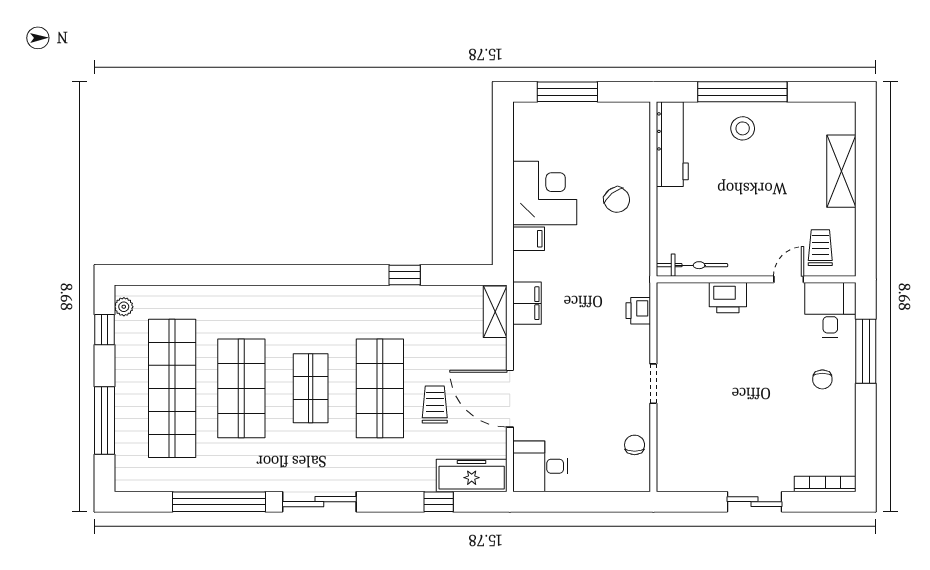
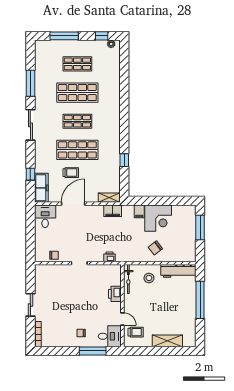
stool: (743, 128) -> (149, 278), moved
shop shelf: (172, 388) -> (77, 64), width x0.50, depth x0.74
window: (219, 502) -> (30, 83), width x0.68

